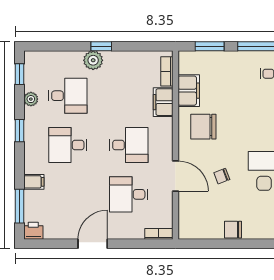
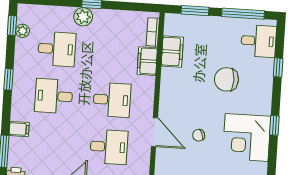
plant: (31, 99) -> (23, 31), moved
chair: (203, 127) -> (226, 79), moved
desk: (129, 194) -> (109, 147), turned 180

